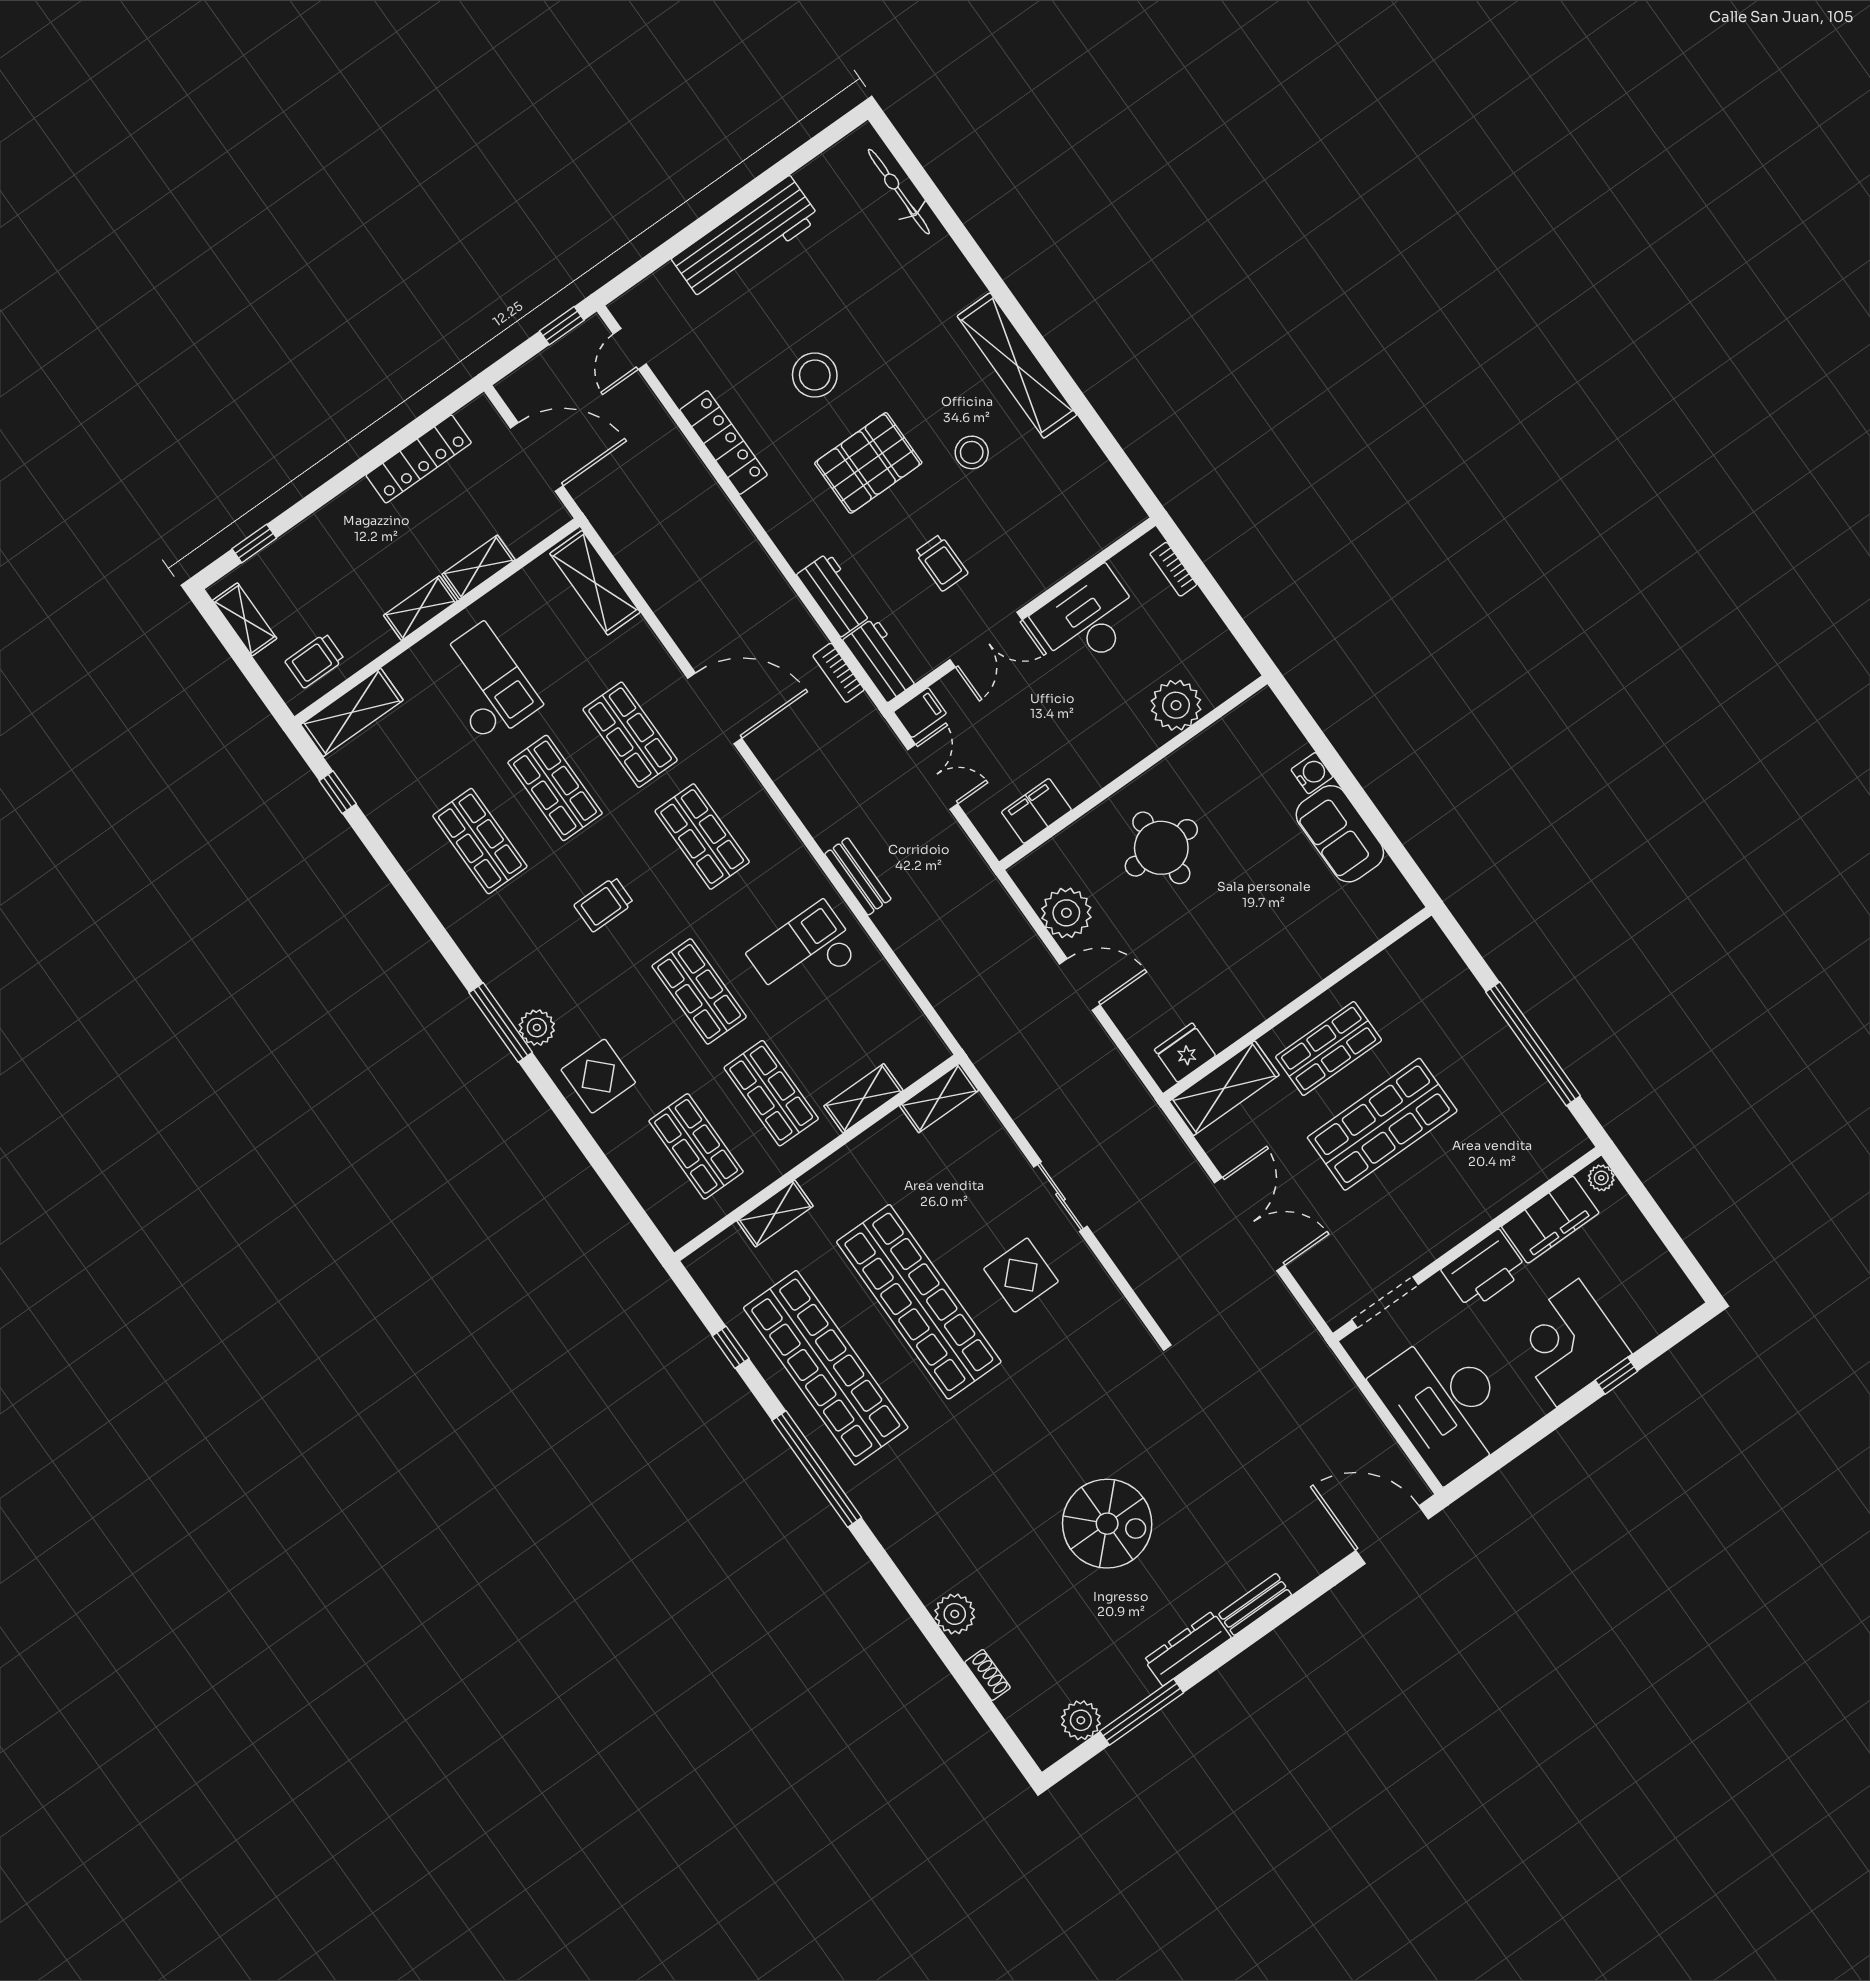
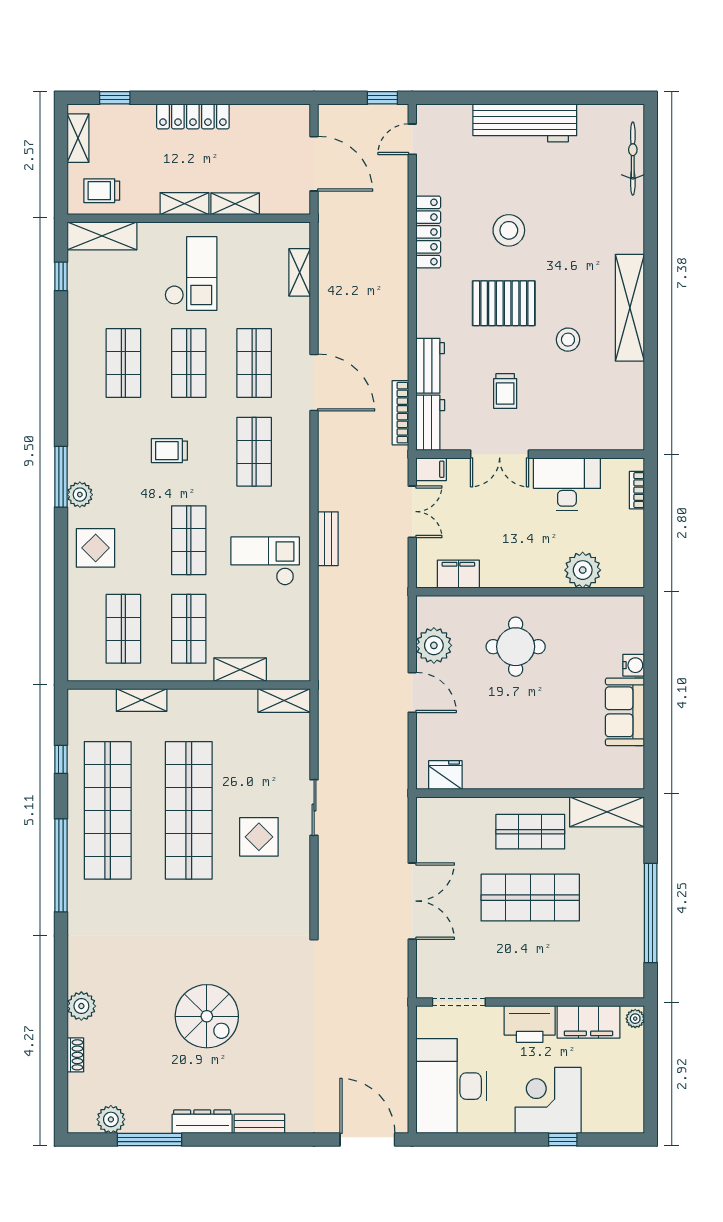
locker: (419, 459) -> (193, 116), moved
shelving: (595, 583) -> (300, 272), width x0.67, depth x0.75
bookcase: (839, 673) -> (400, 413), width x1.56
shelving: (1224, 1088) -> (607, 812), moved

